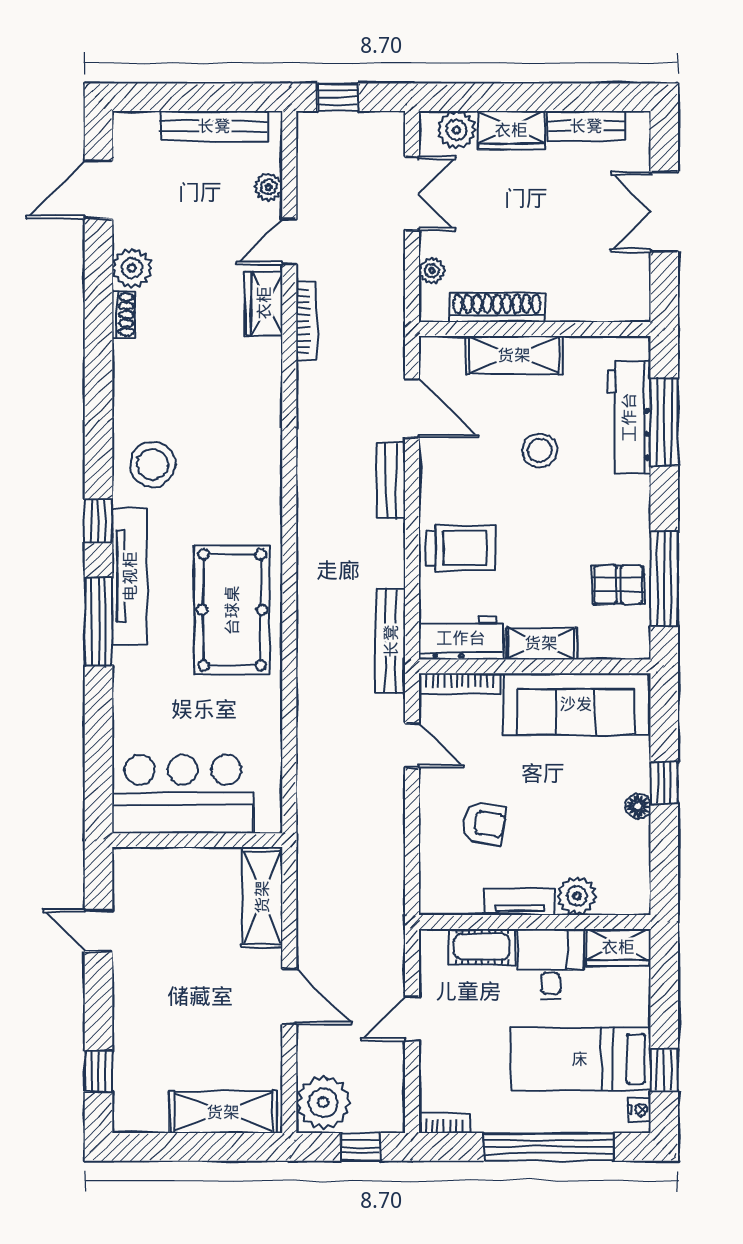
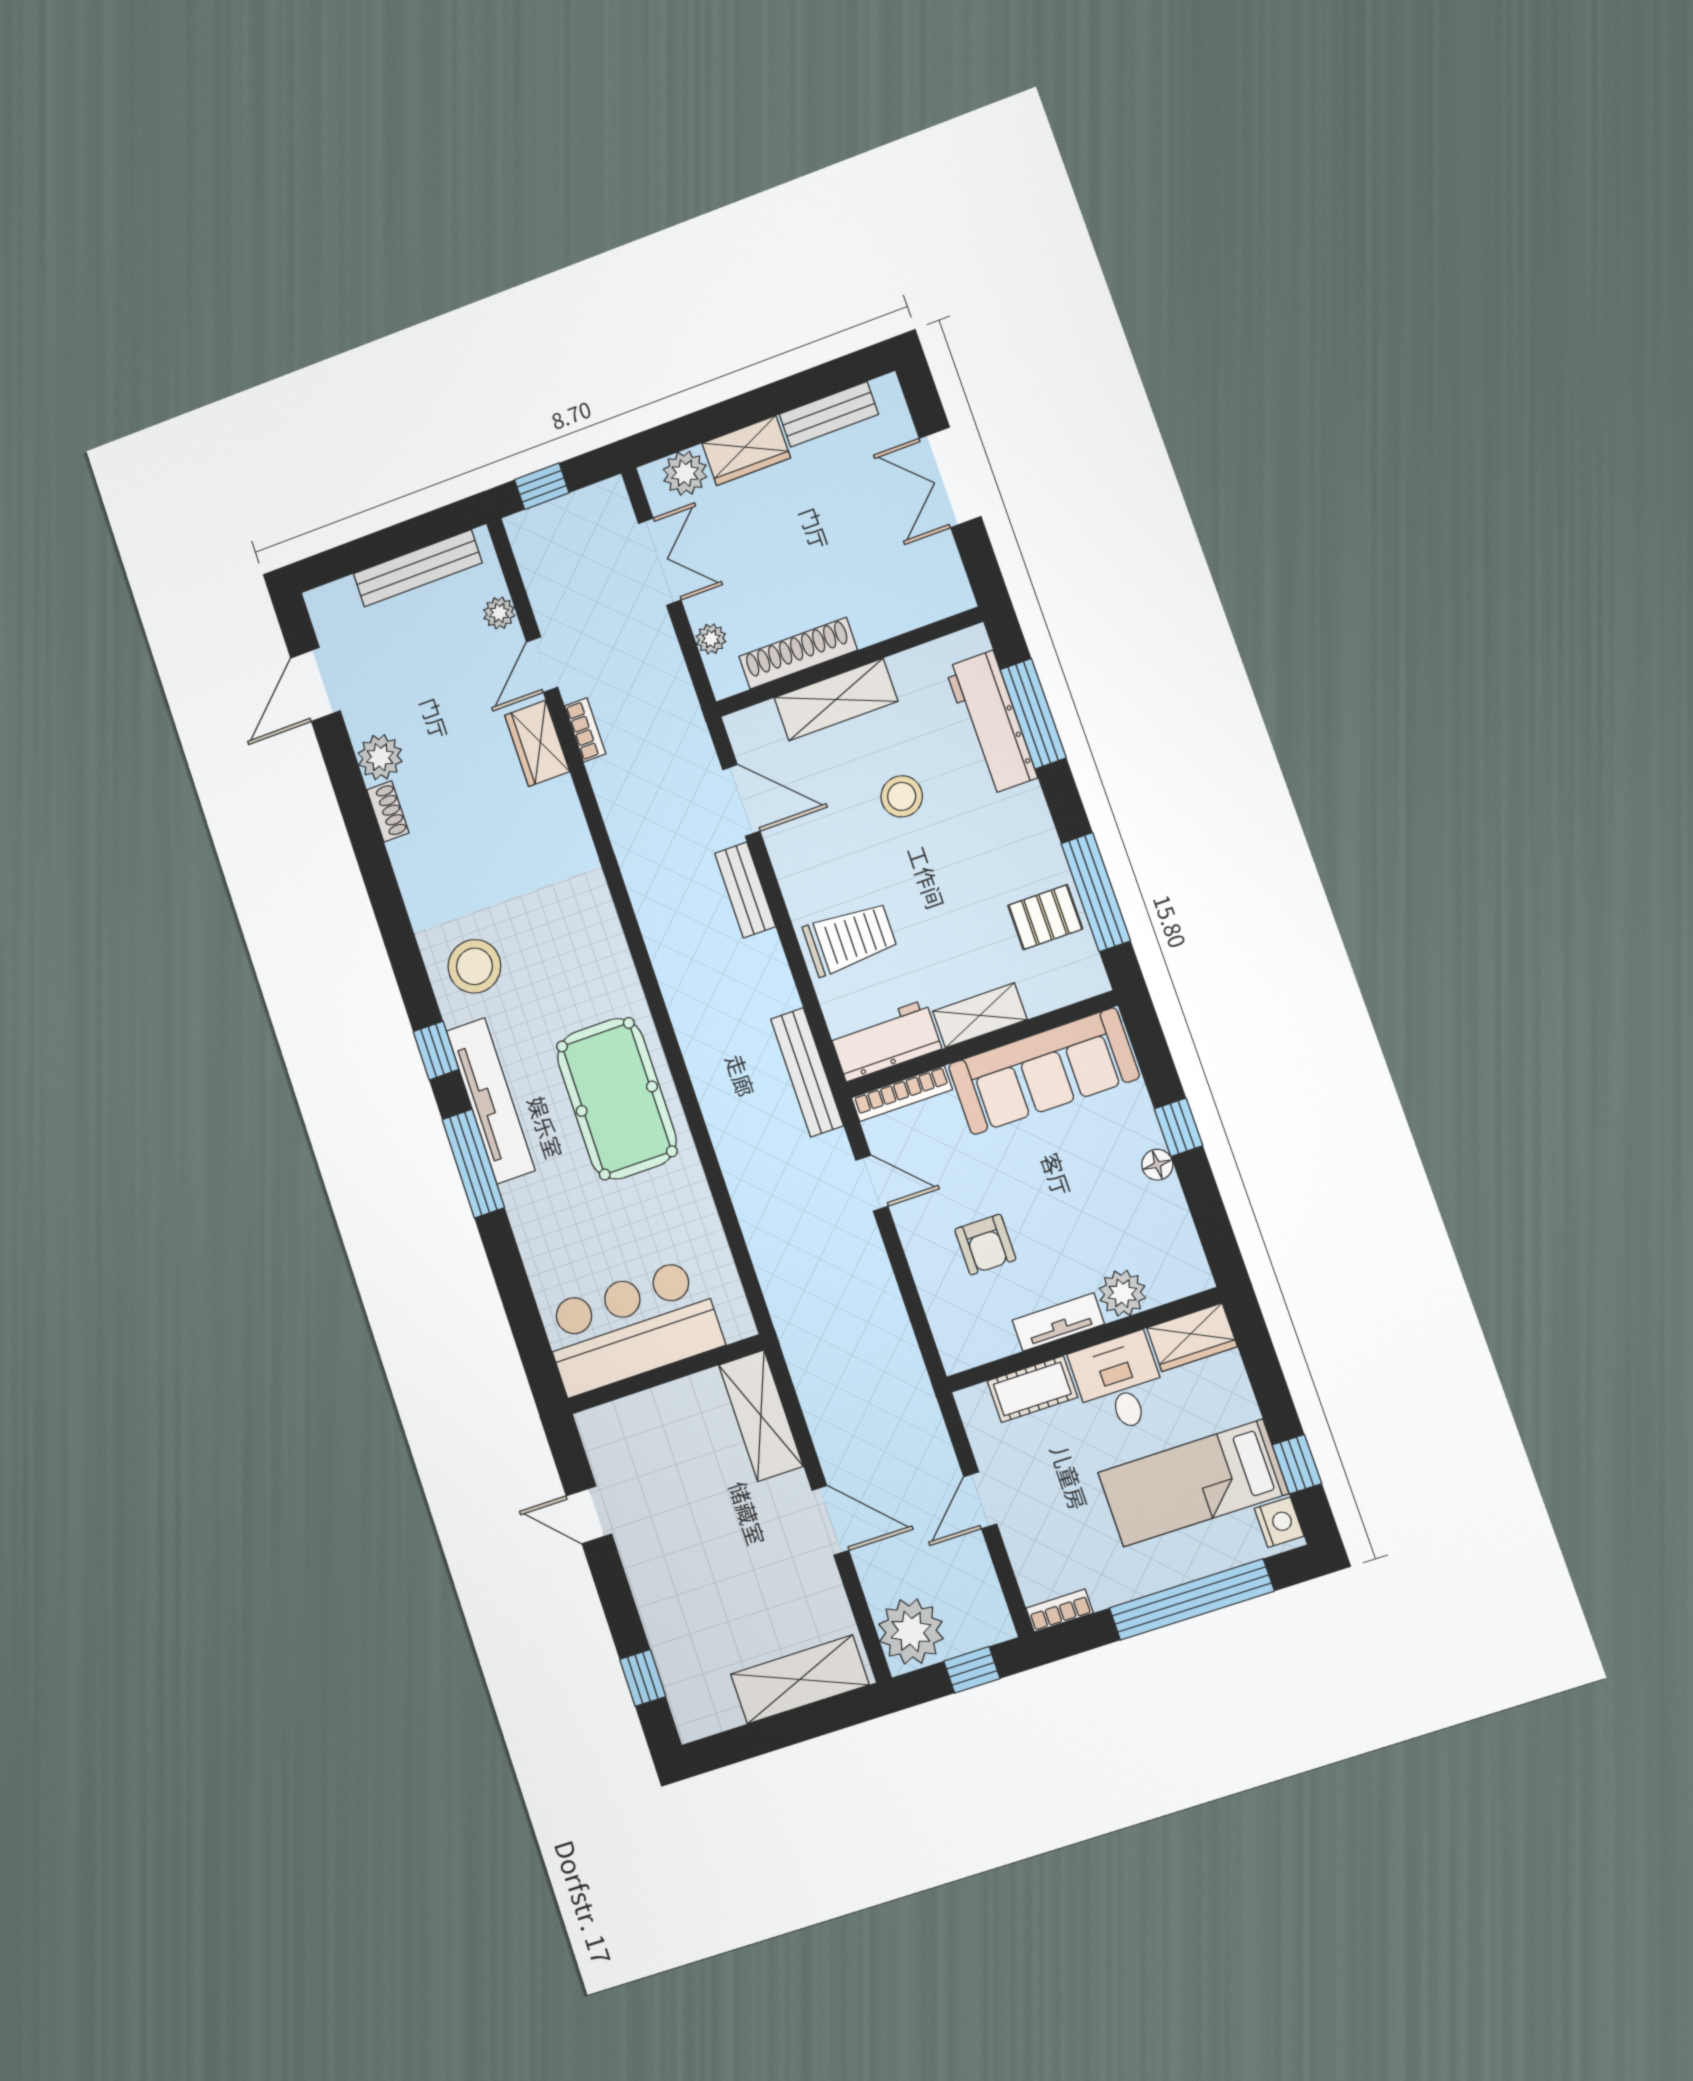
bookcase: (306, 321) -> (585, 730), width x0.64
armchair: (484, 823) -> (985, 1244), turned 80
nightstand: (639, 1110) -> (1279, 1522), width x1.39, depth x1.35

